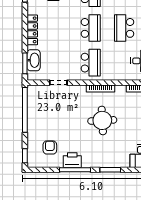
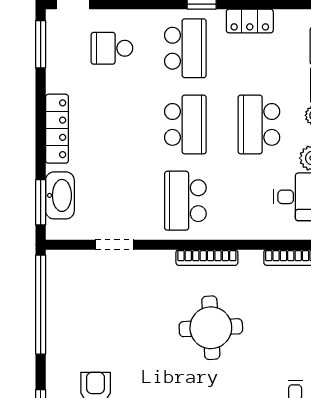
school desk: (91, 63) -> (185, 201), turned 180

